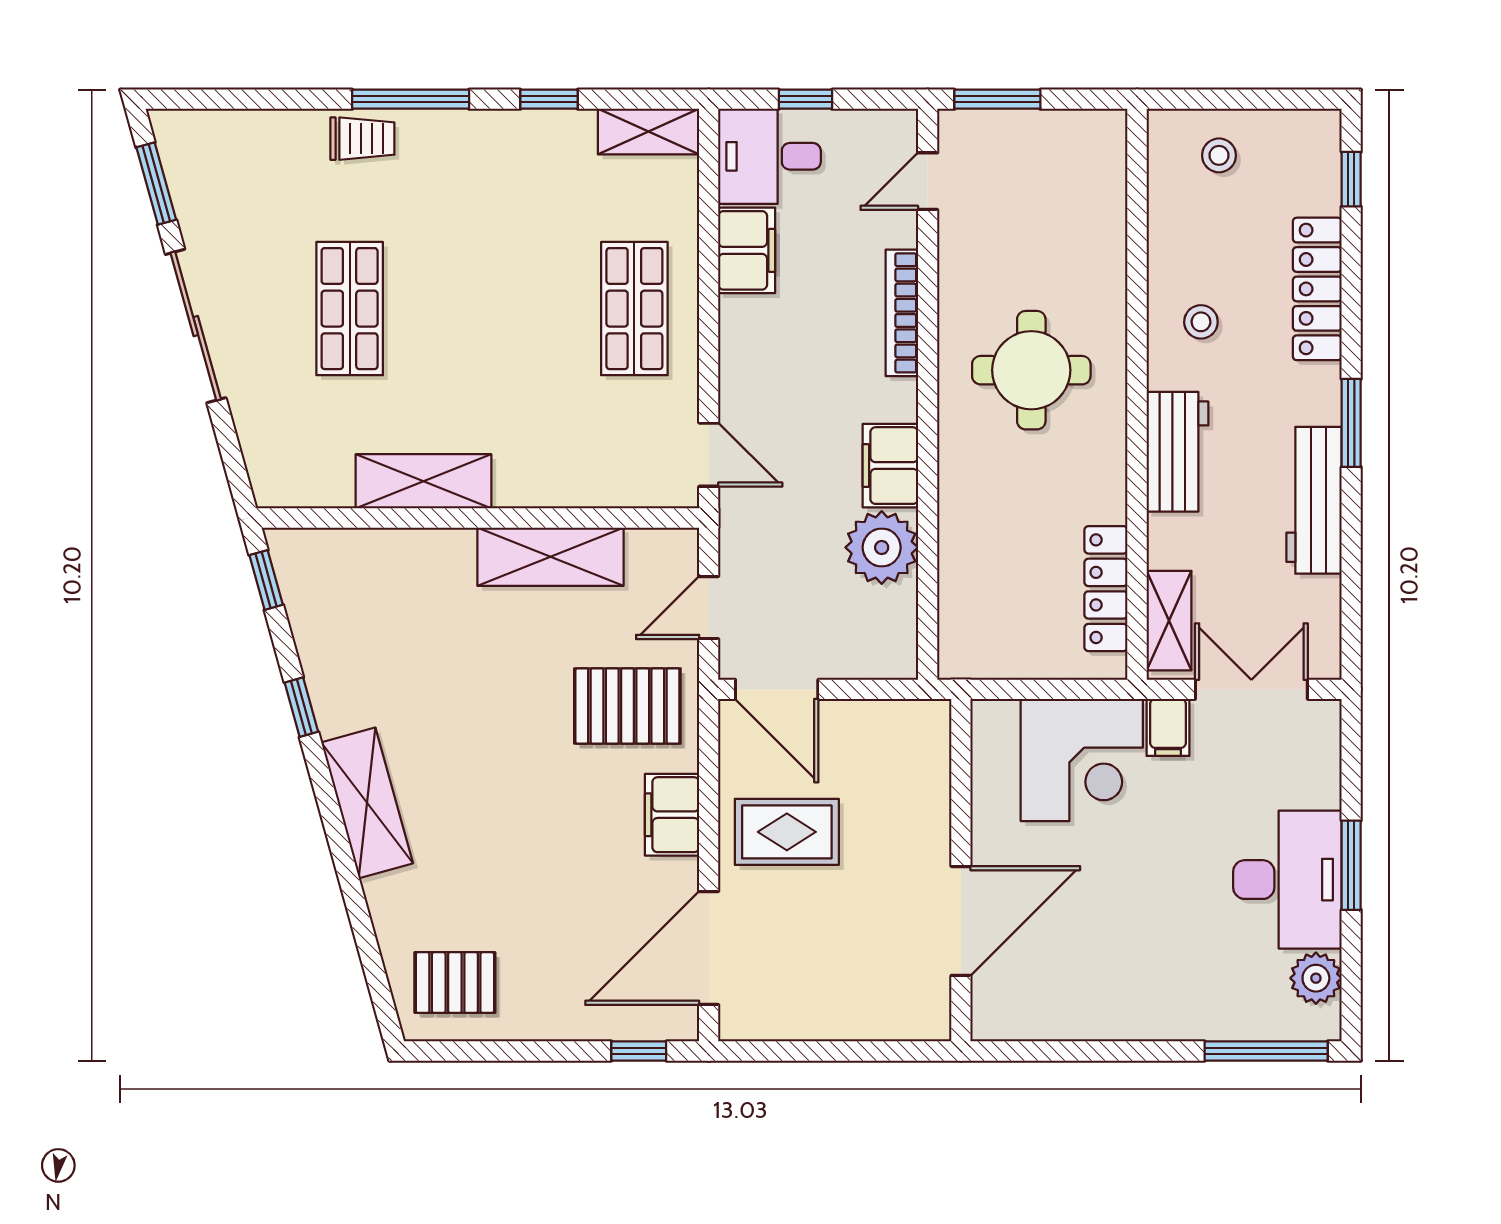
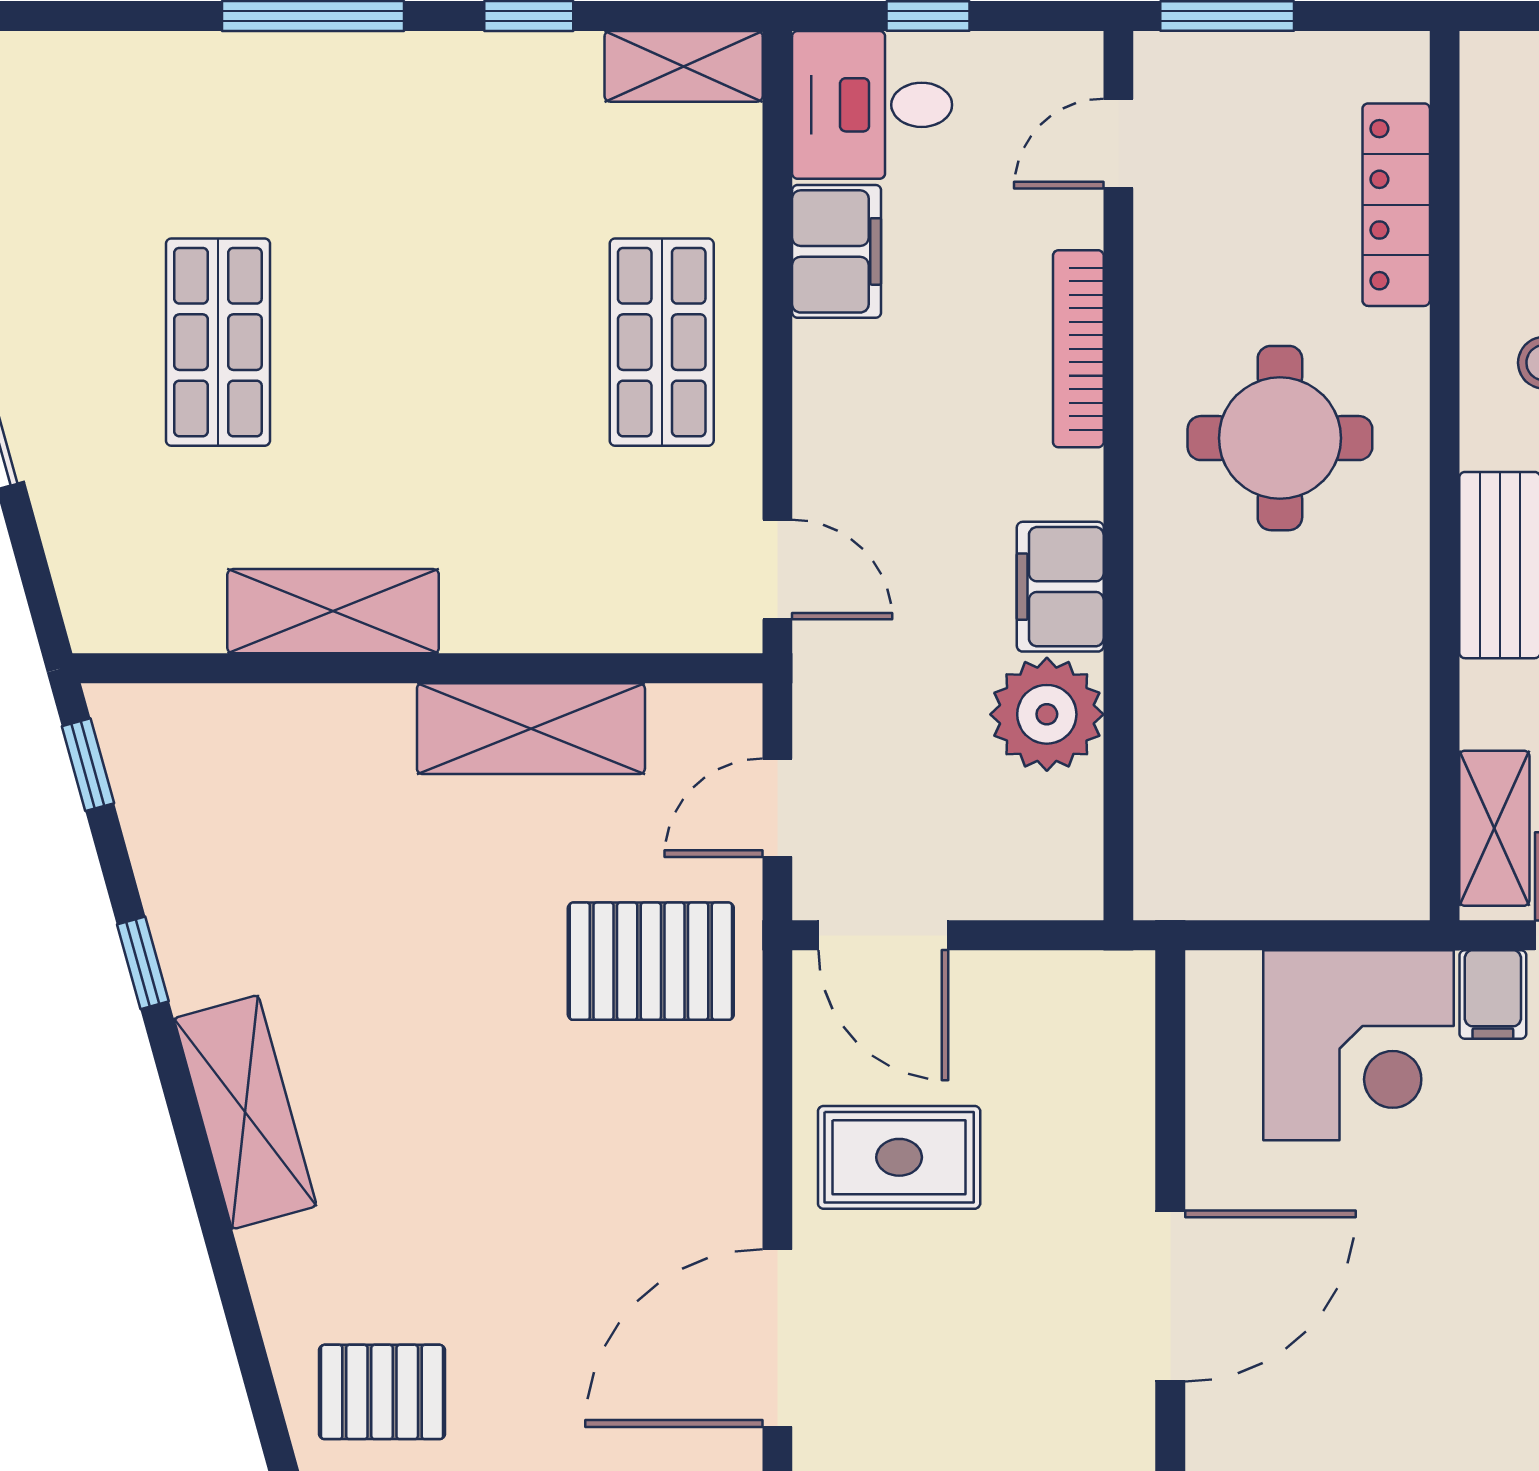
trolley: (362, 139) -> (238, 77), removed
locker: (1106, 589) -> (1396, 205), moved
filing cabinet: (672, 815) -> (720, 1131), removed

